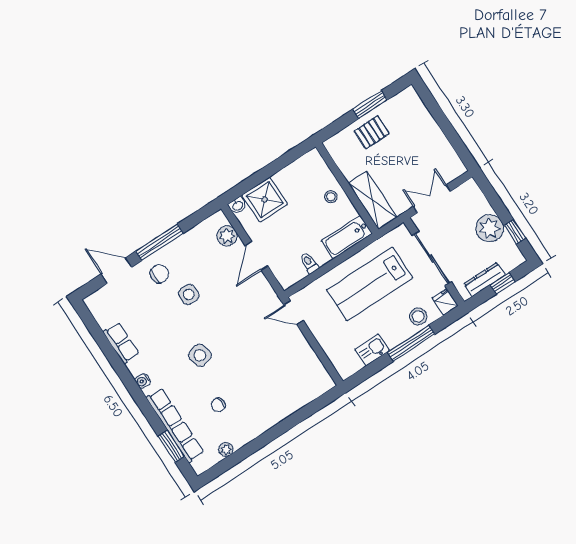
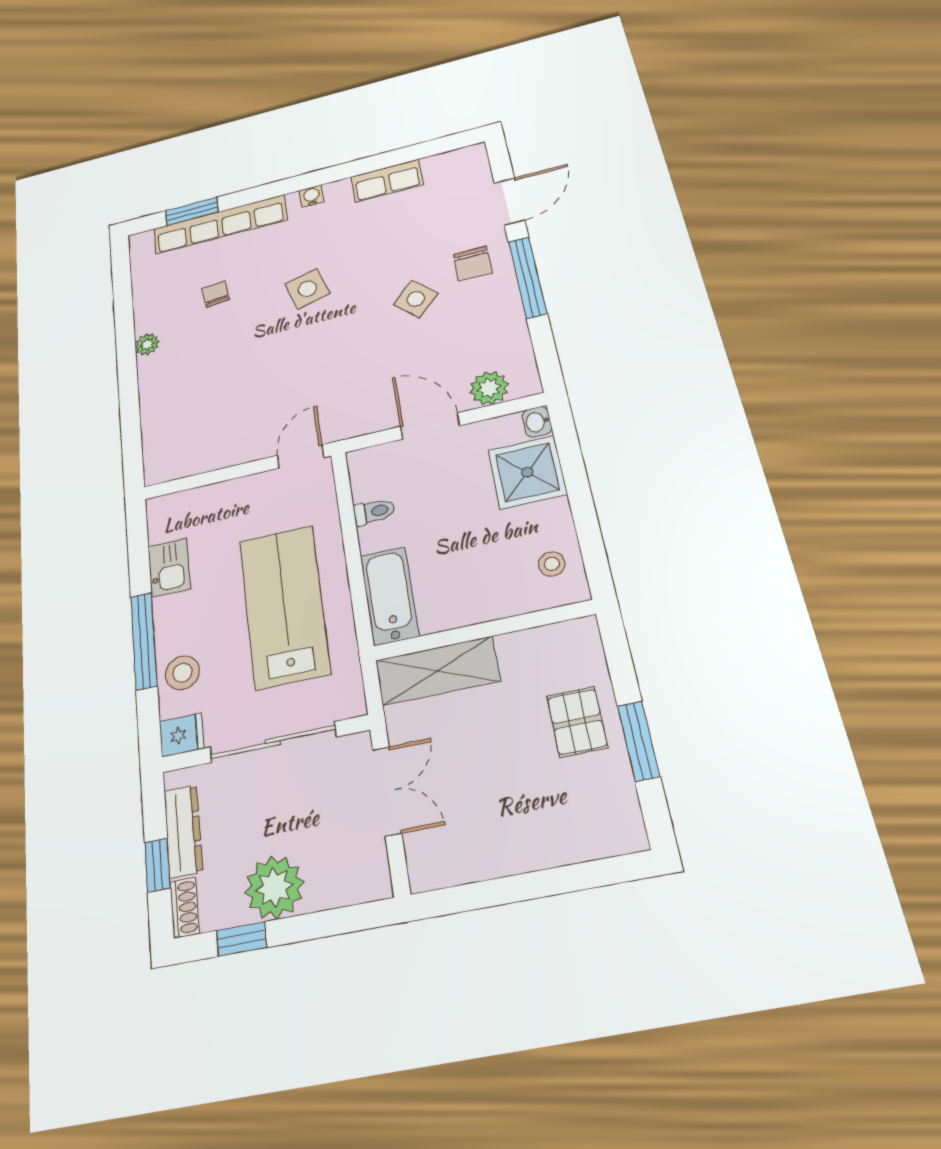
stool: (331, 197) -> (552, 564), moved
shoe rack: (514, 262) -> (185, 908), added
side table: (189, 294) -> (416, 299), turned 45
plant: (226, 450) -> (147, 344), moved

